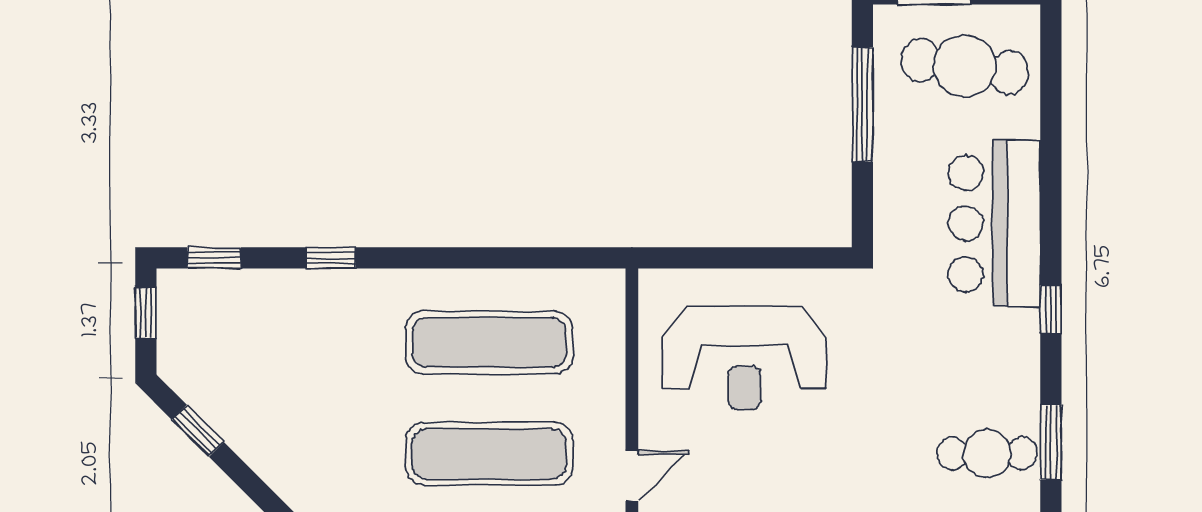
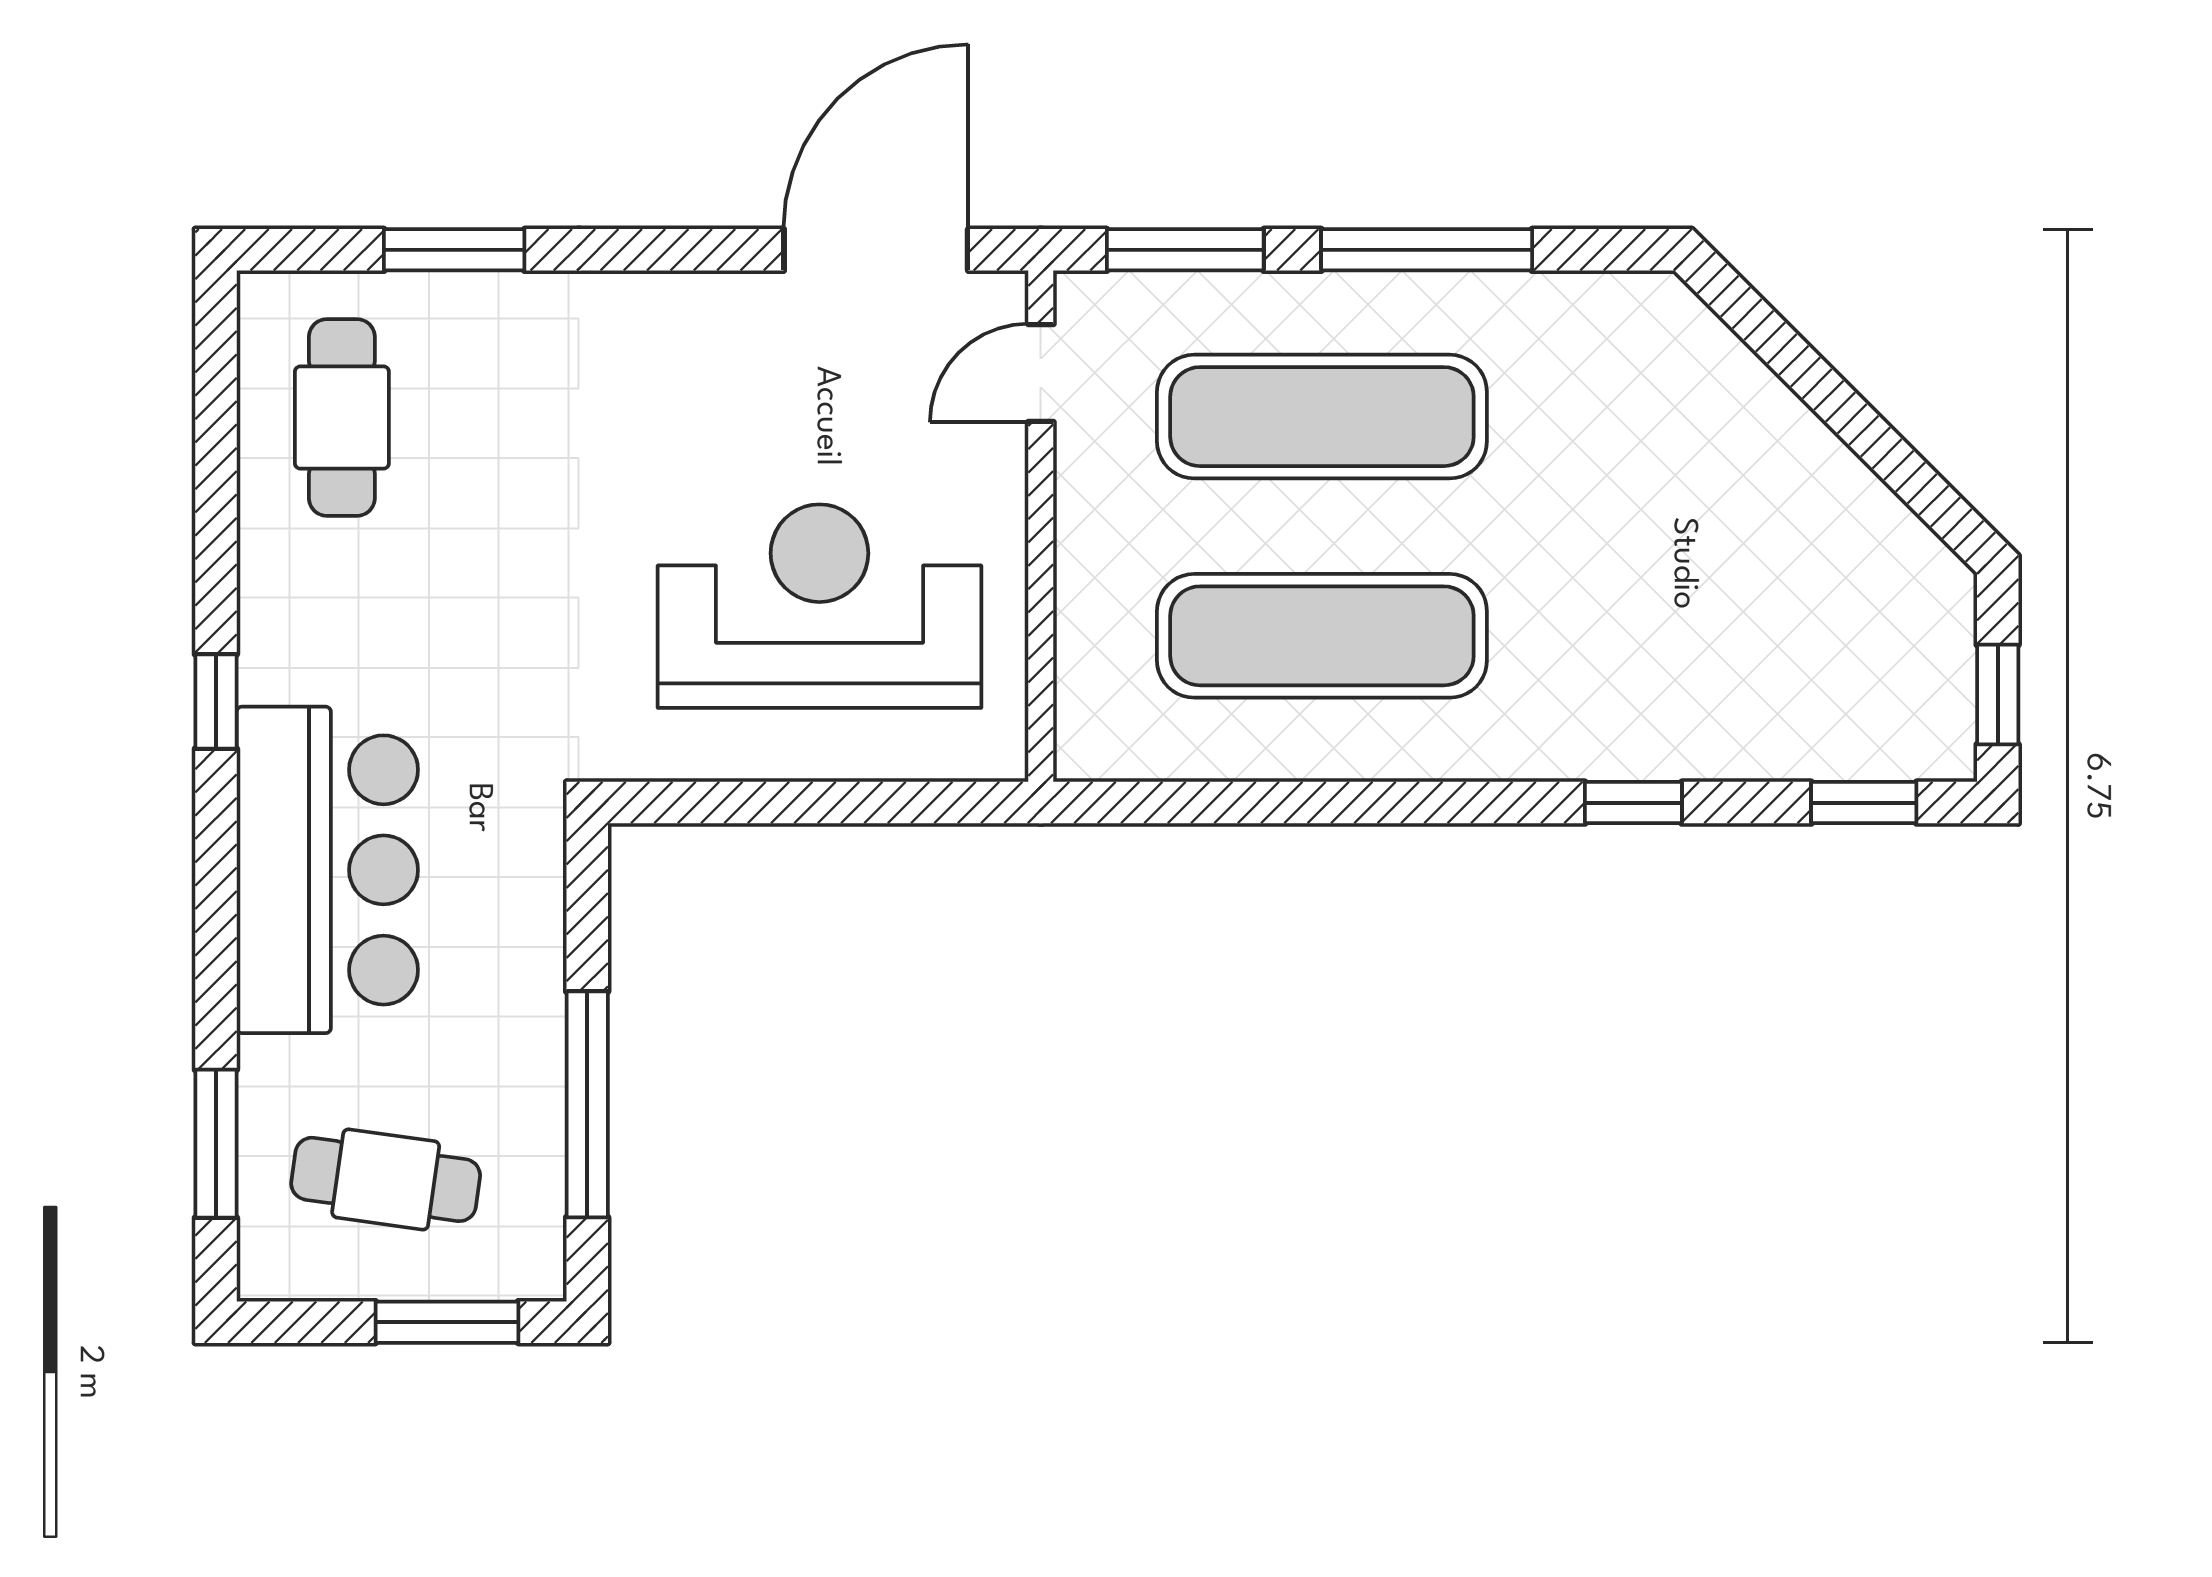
cafe table: (965, 66) -> (386, 1179), width x0.73, depth x0.74
window: (198, 431) -> (1895, 462), removed
window: (1051, 442) -> (216, 1144), moved
cafe table: (987, 453) -> (342, 417), turned 90

